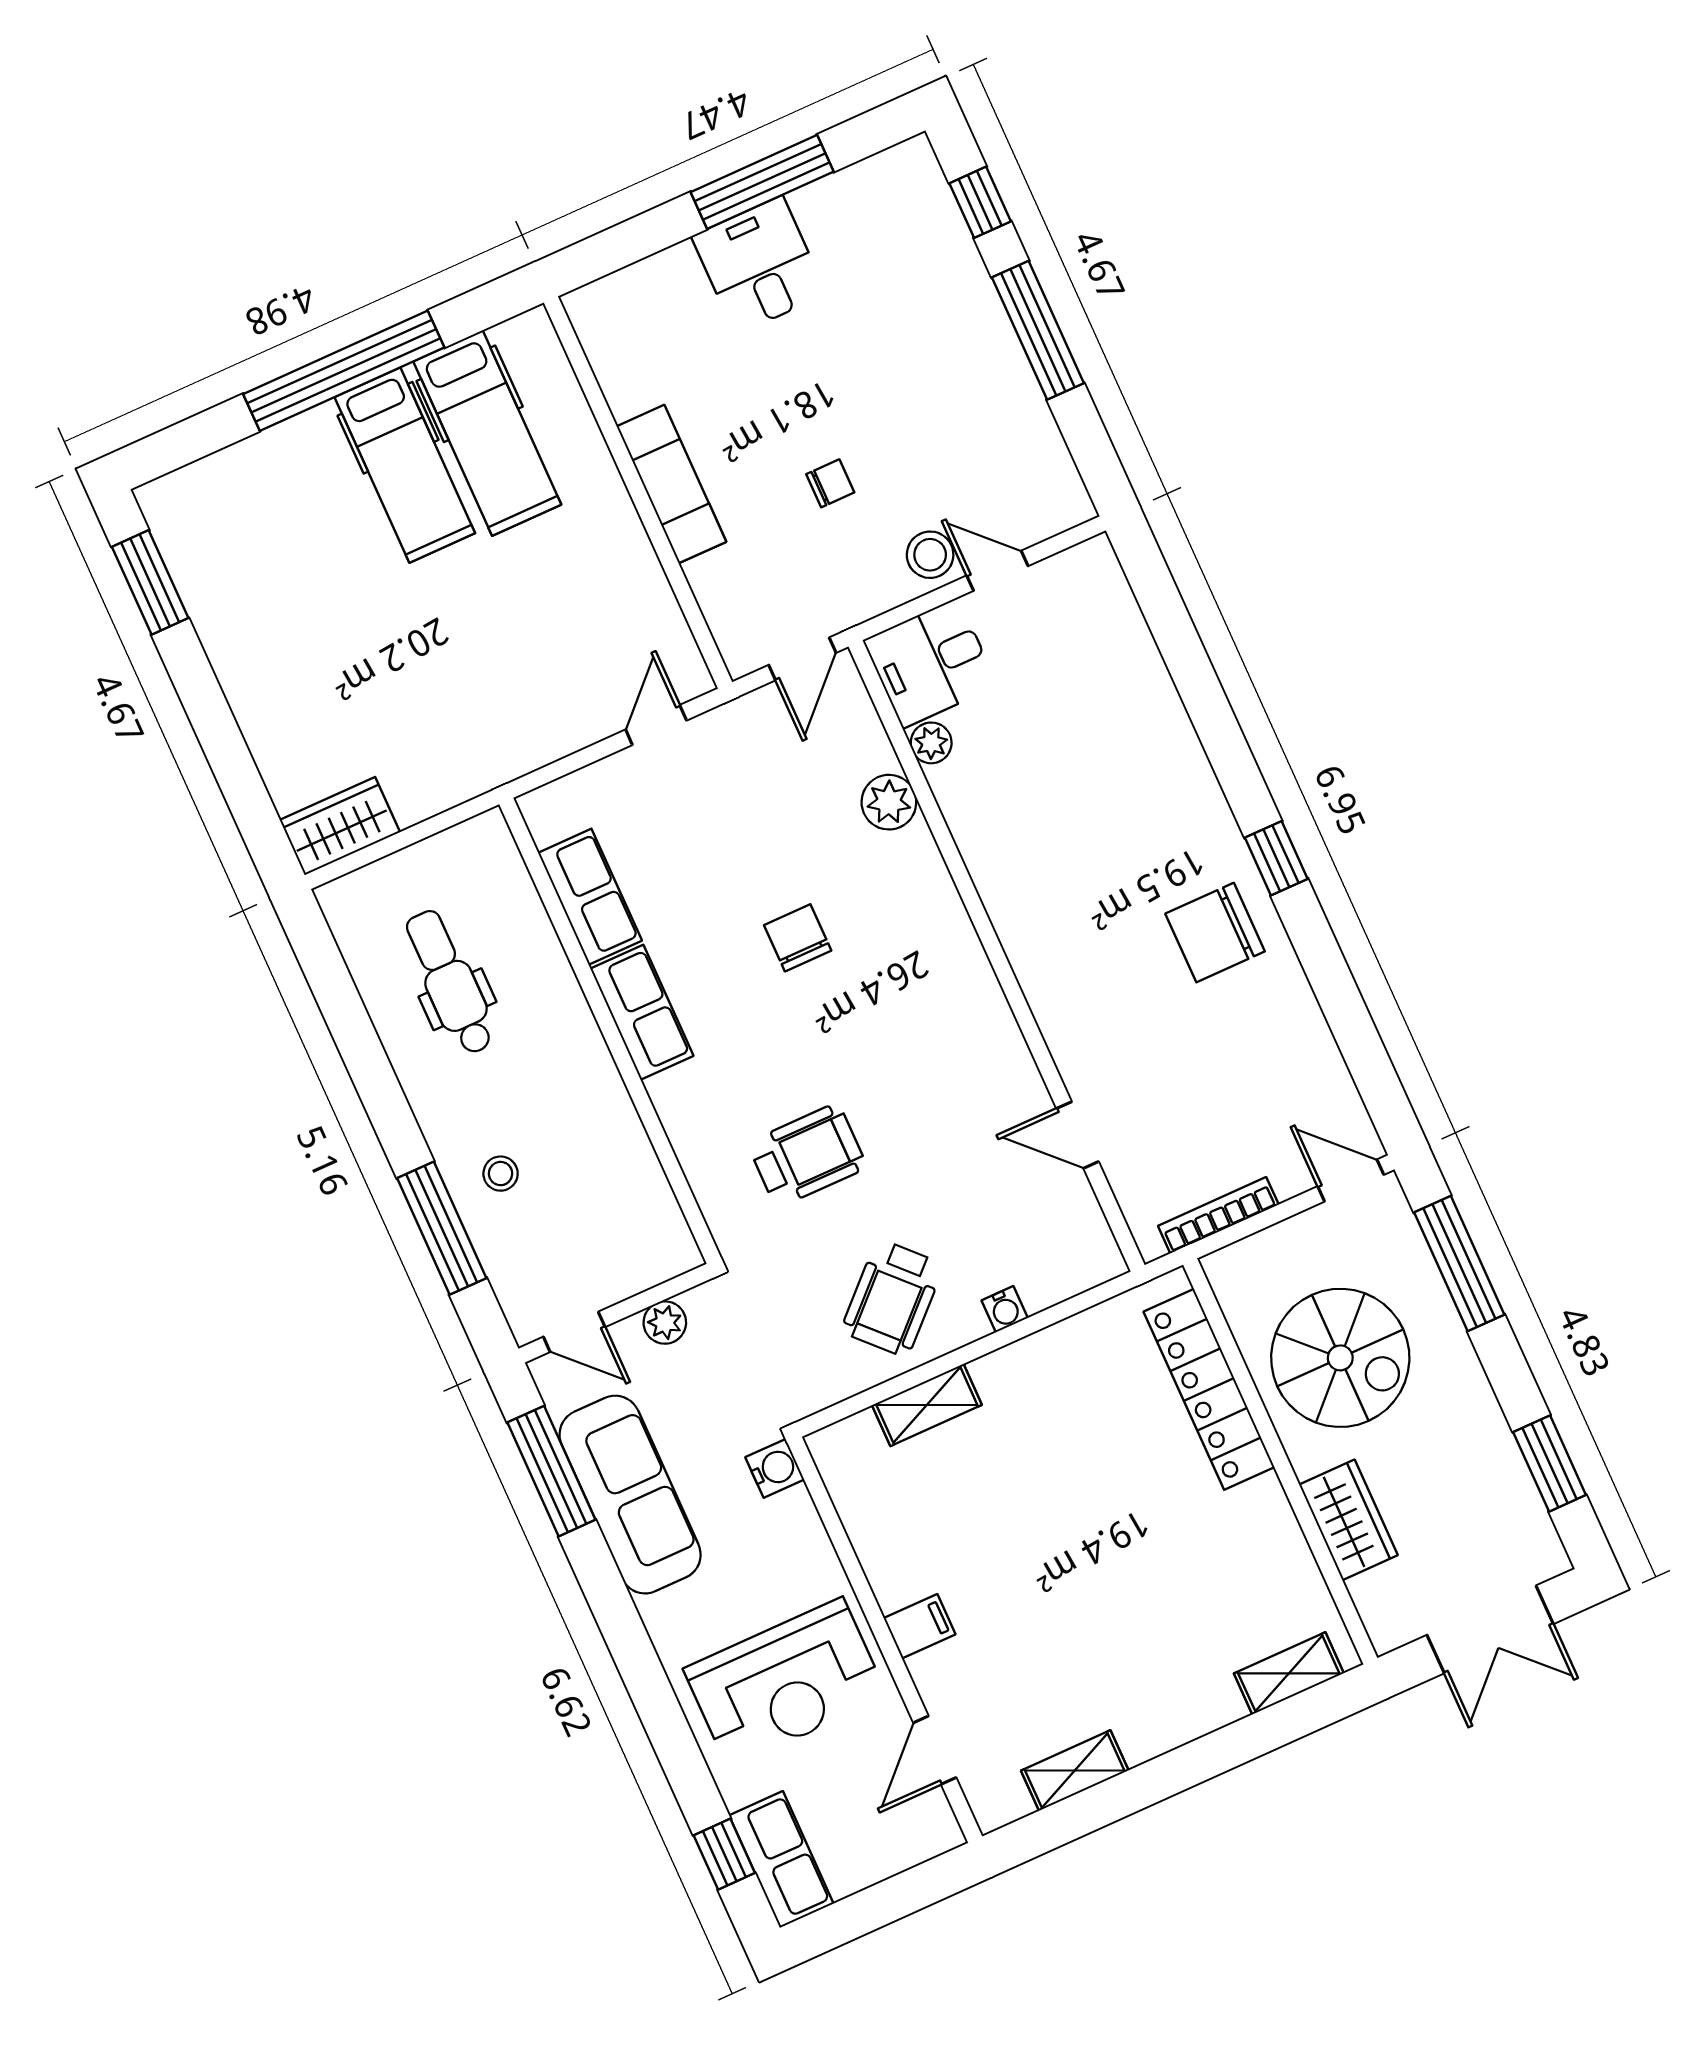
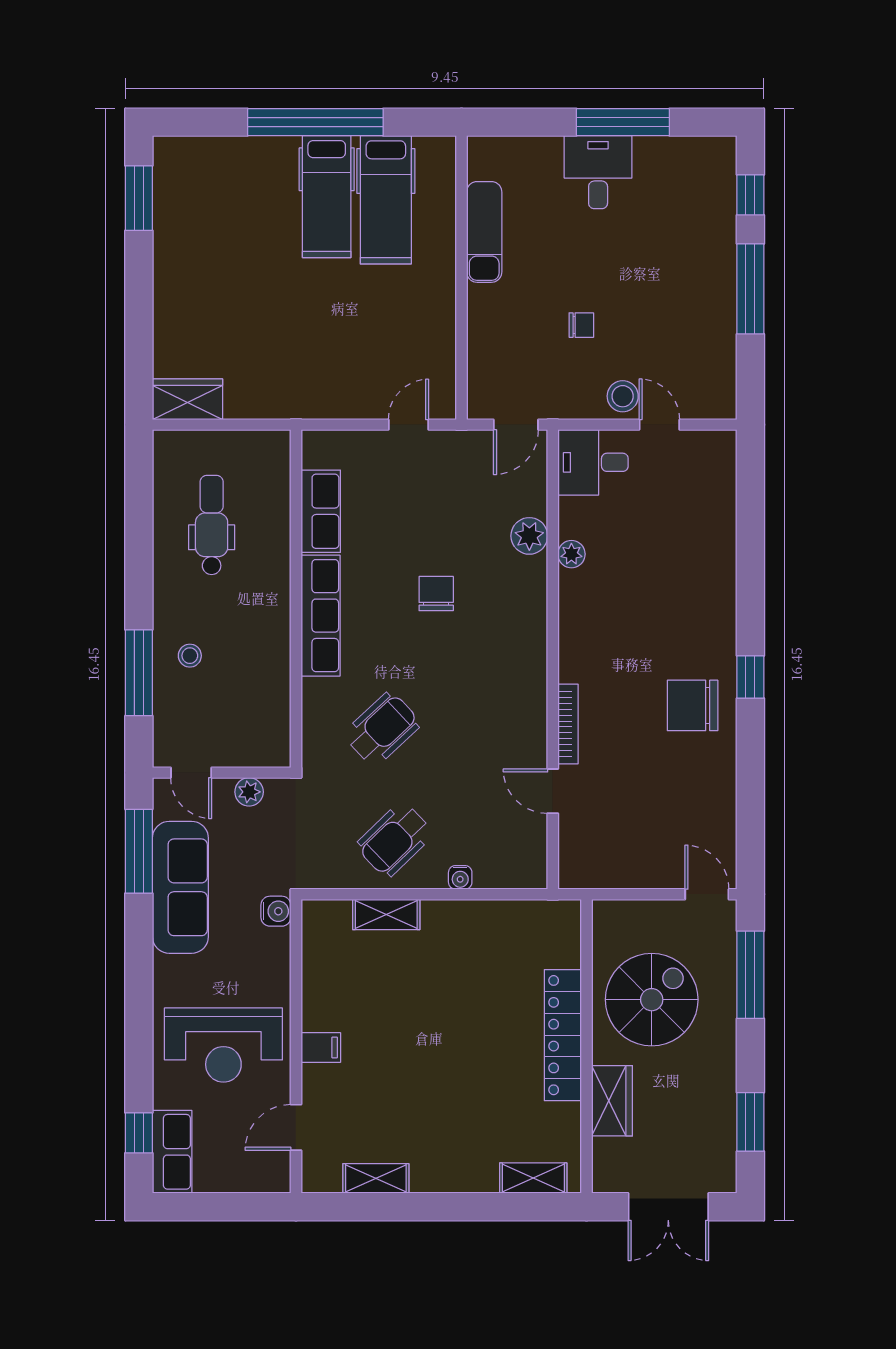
exam couch: (671, 484) -> (484, 232), moved
plant: (931, 743) -> (571, 554), moved
row of seats: (642, 1012) -> (321, 616), width x1.48
wheelchair: (807, 1155) -> (382, 729), turned -43
bookcase: (1218, 1215) -> (568, 724), moved, turned 90
spiral stairs: (1340, 1358) -> (652, 1000), turned -90
locker: (1209, 1389) -> (563, 1035), moved

